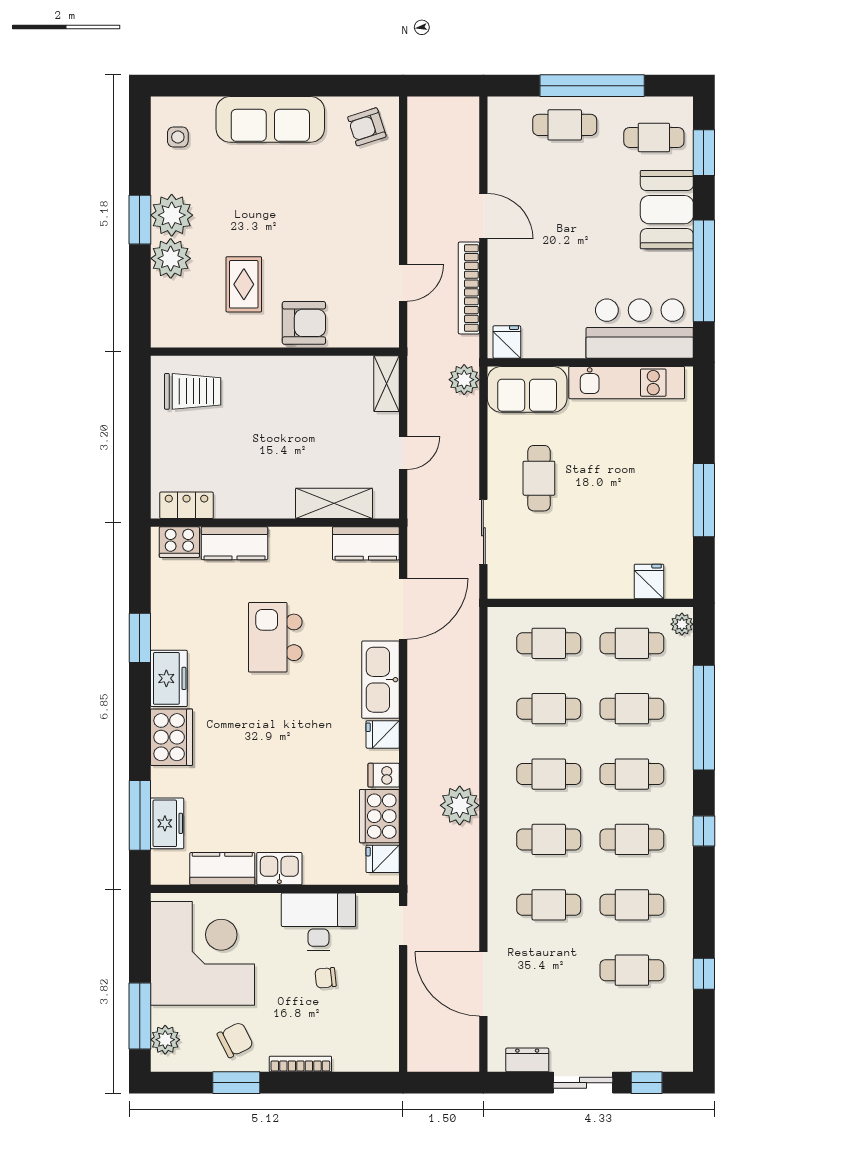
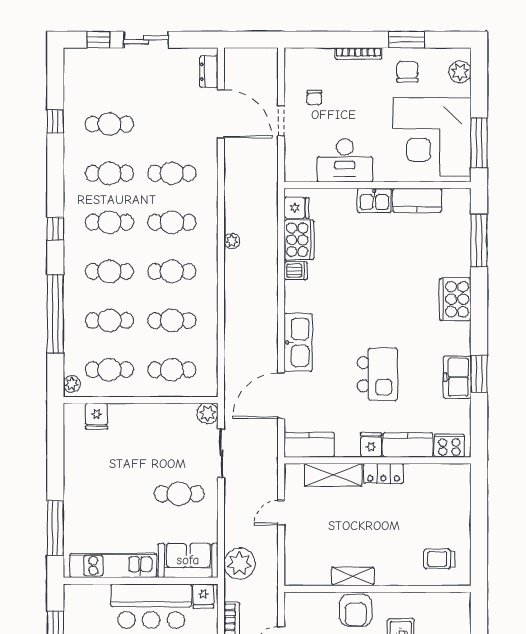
armchair: (304, 323) -> (356, 610), turned -90
bar counter: (640, 329) -> (151, 606), moved
plant: (464, 380) -> (240, 564), width x1.36, depth x1.36
shelving: (387, 384) -> (353, 576), moved, turned 90
trolley: (193, 391) -> (439, 559), width x0.73, depth x0.72
cafe table: (539, 478) -> (179, 494), turned 90
window: (704, 500) -> (55, 528), moved
locker: (186, 505) -> (383, 473), moved
plant: (501, 585) -> (208, 413), added
freezer: (169, 678) -> (457, 377), moved
fridge: (383, 734) -> (371, 445), moved, turned -90
plant: (460, 805) -> (232, 241), width x0.53, depth x0.53
freezer: (167, 823) -> (459, 234), removed
doorway: (403, 926) -> (281, 121), moved
chair: (326, 978) -> (314, 98), moved, turned 96
window: (140, 1016) -> (479, 143), moved
chair: (235, 1040) -> (407, 72), turned 117
dresser: (527, 1060) -> (209, 72), moved, turned 90

